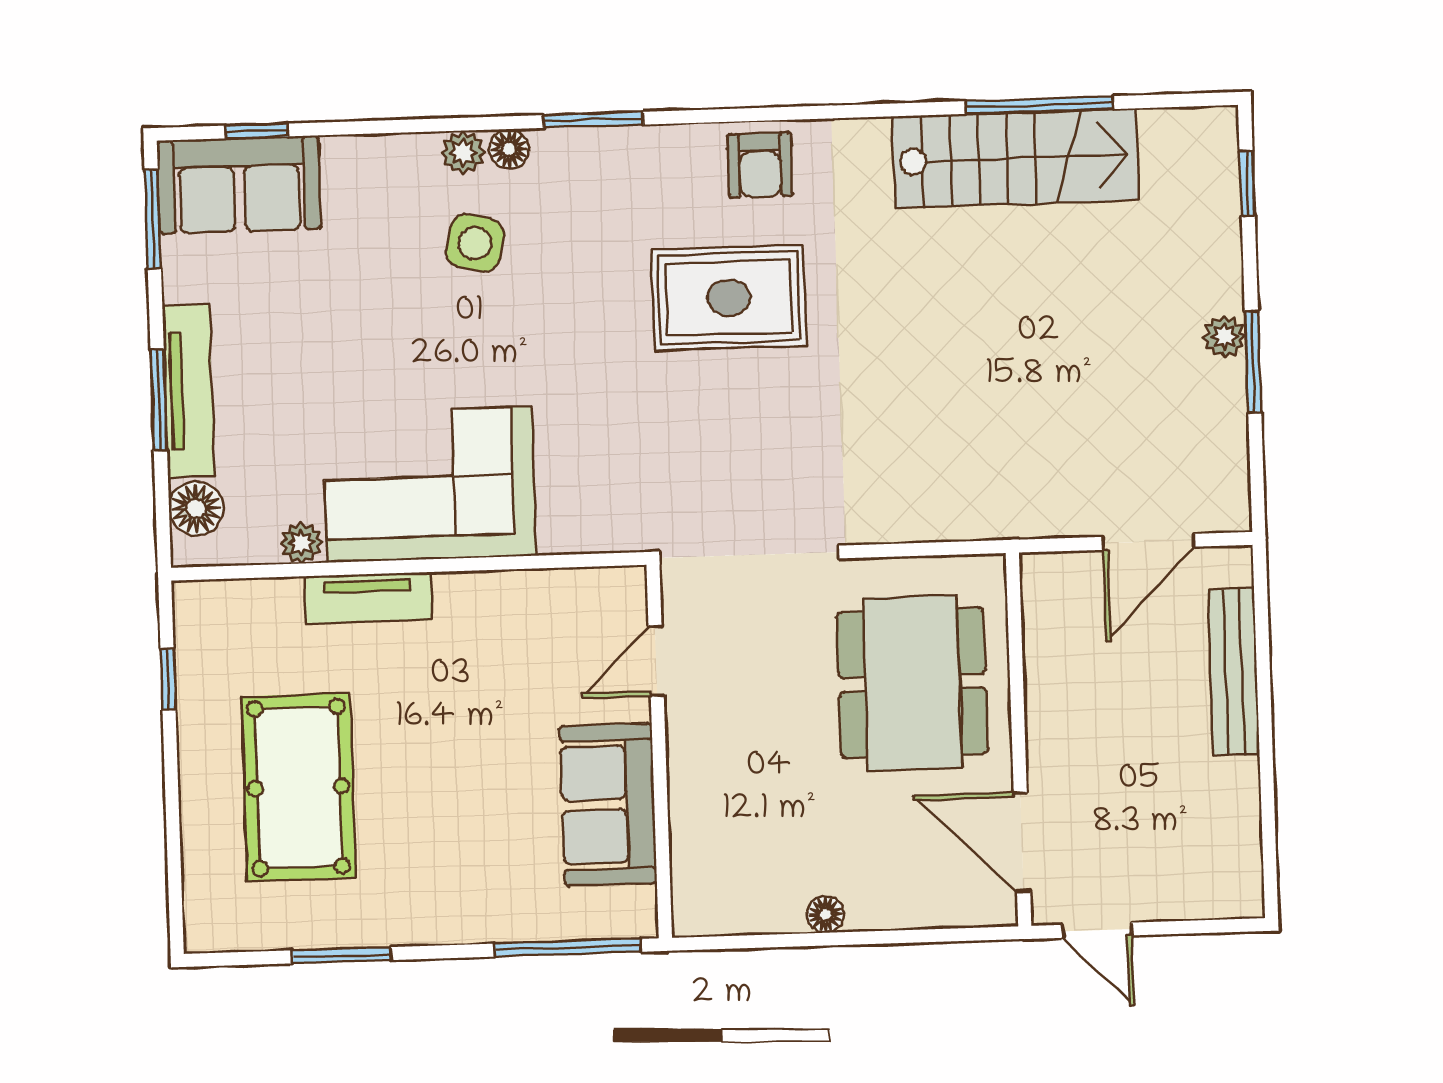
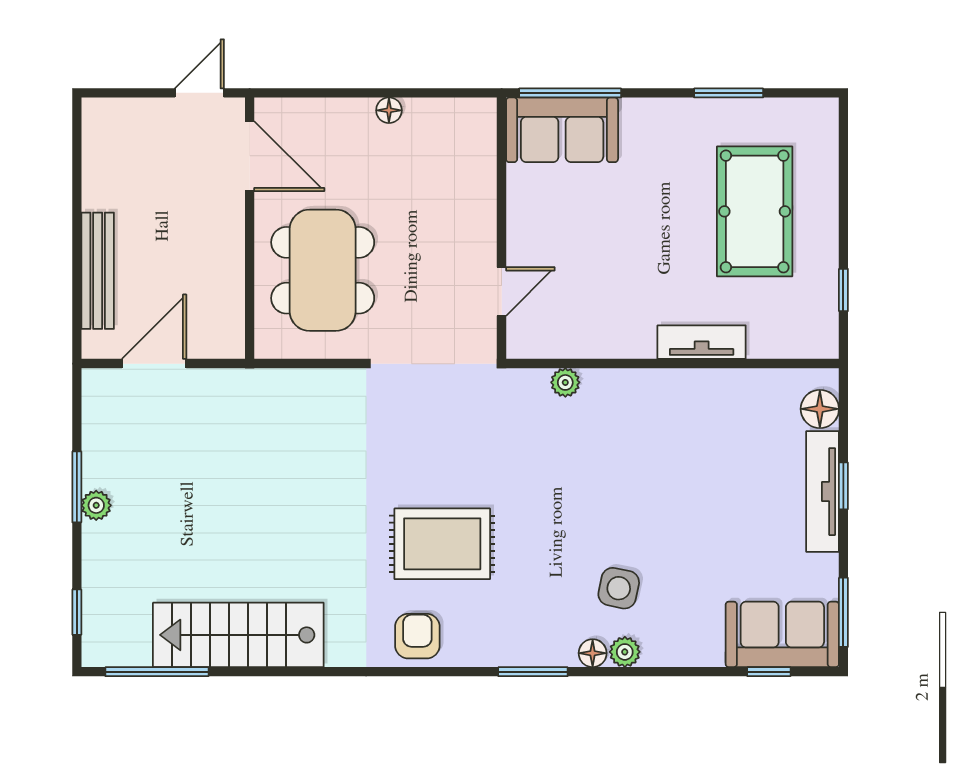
window: (1039, 105) -> (157, 672), moved
window: (159, 400) -> (843, 486), width x0.67
corner sofa: (429, 484) -> (656, 420), removed
plant: (301, 543) -> (565, 382), moved
sofa: (608, 805) -> (562, 130), moved, turned 90
door: (1097, 930) -> (199, 93), hinge flipped

